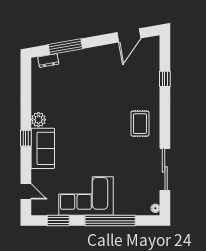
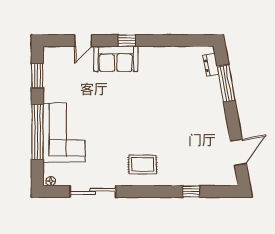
door: (129, 35) -> (238, 152), swing flipped
plant: (38, 120) -> (147, 54), removed
door: (26, 191) -> (83, 41), moved
corner sofa: (86, 196) -> (64, 133), moved

